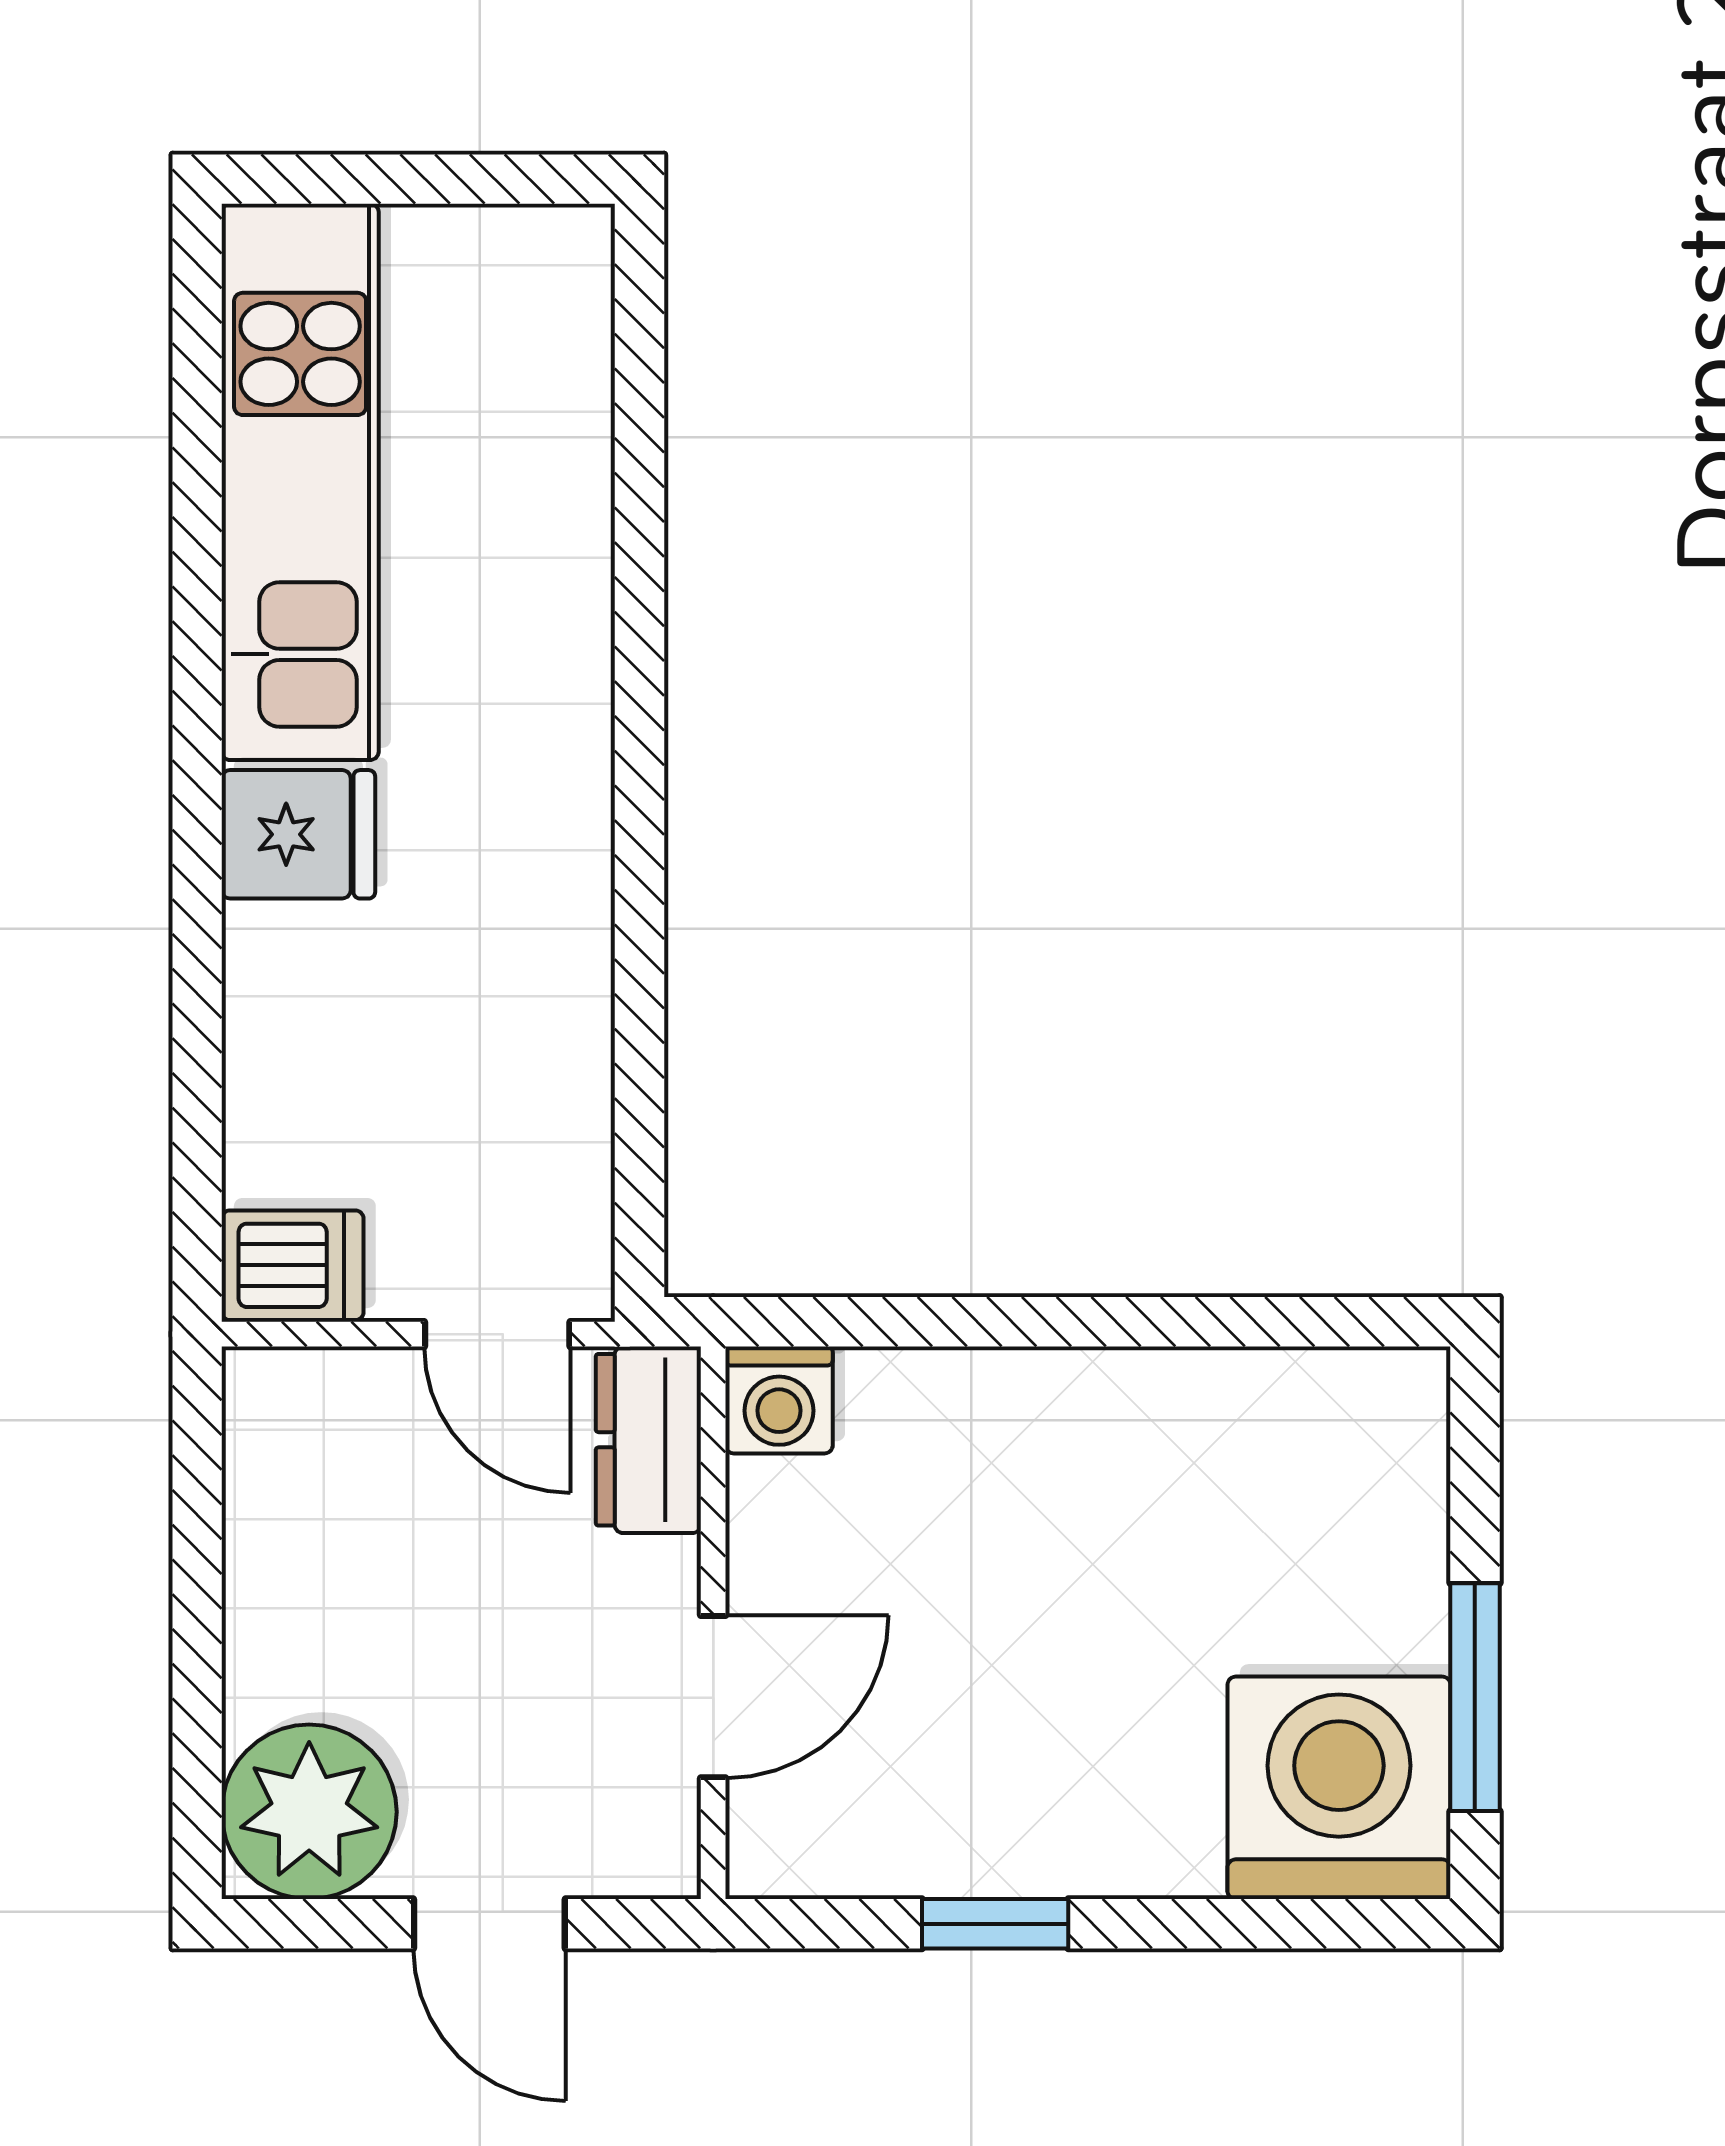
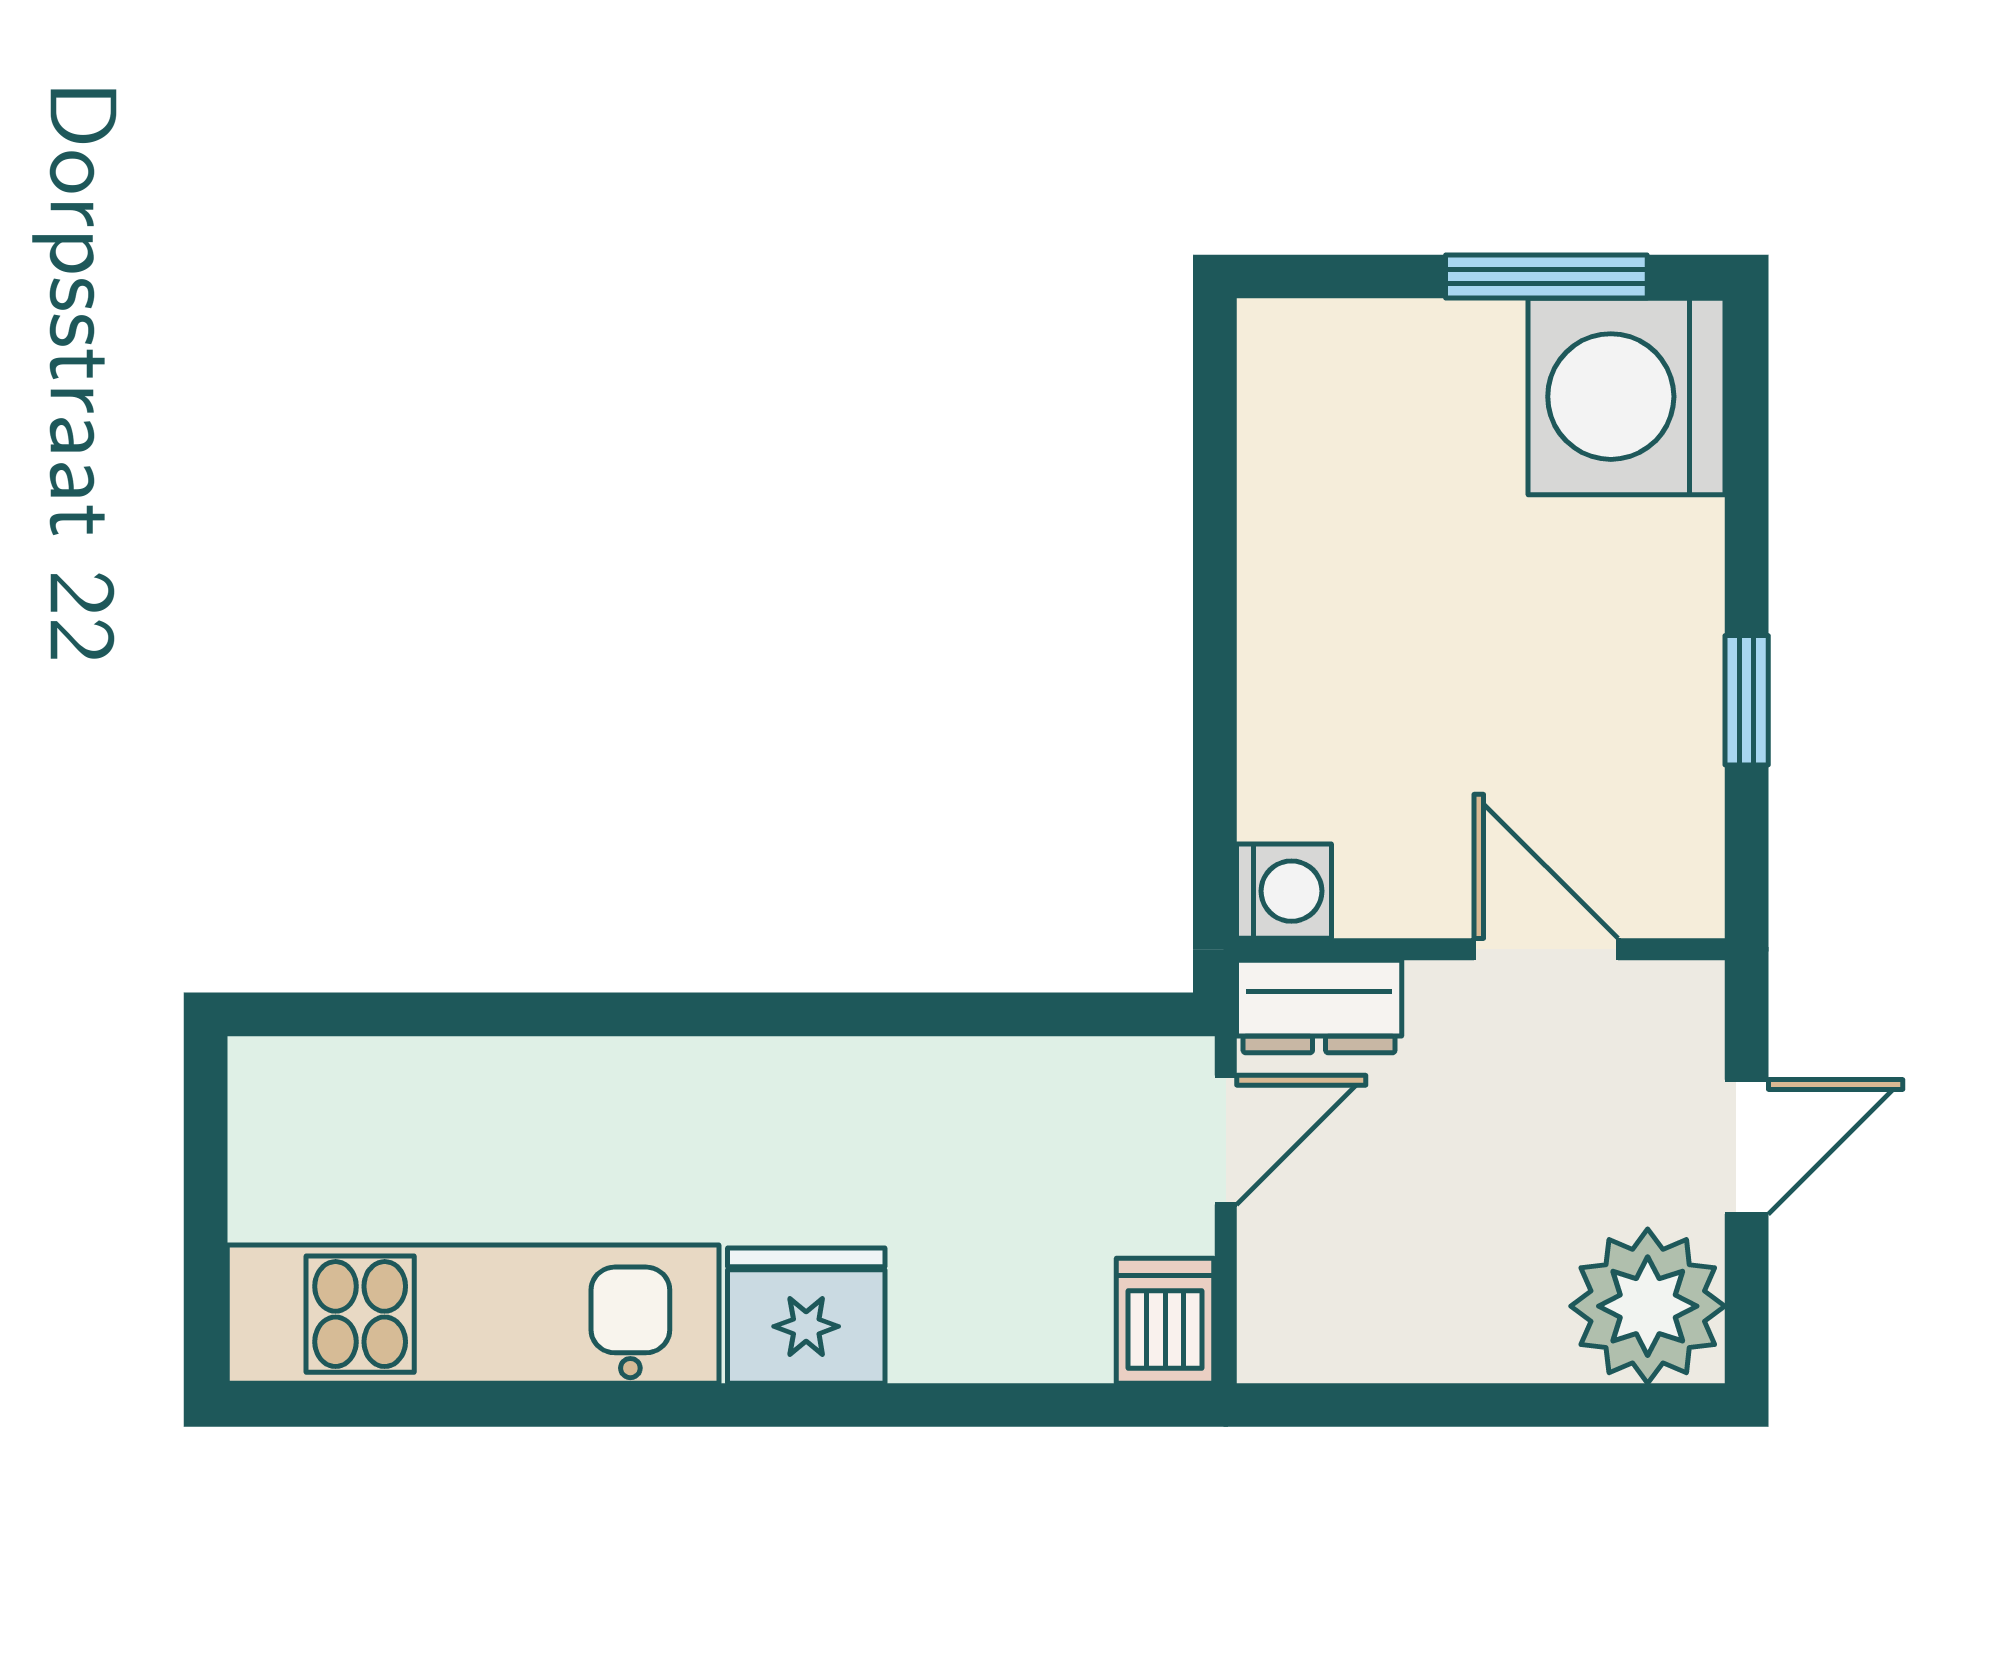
fridge: (298, 834) -> (806, 1316), width x1.38

